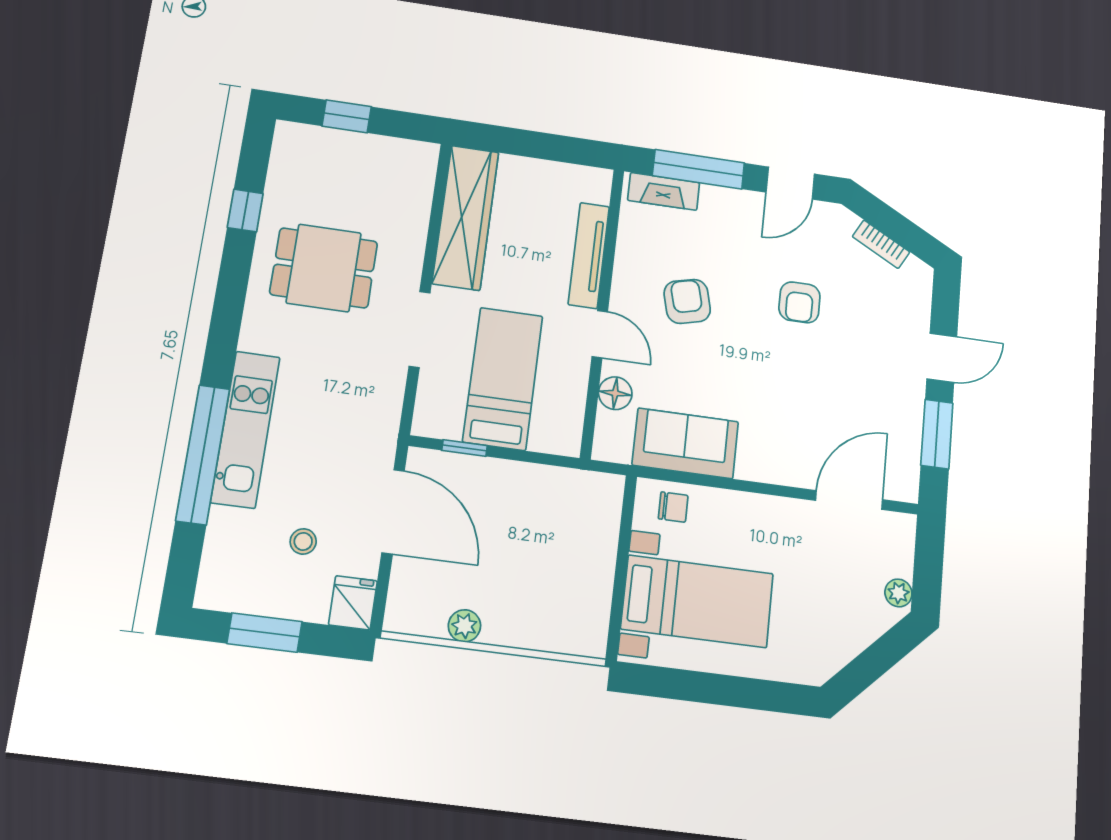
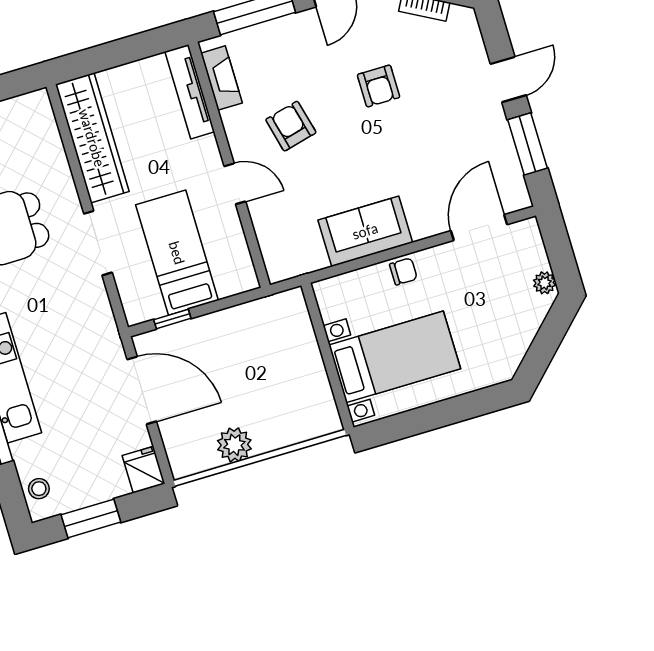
fireplace: (664, 191) -> (221, 78), moved, turned -90
tv unit: (589, 255) -> (190, 92), moved
floor lamp: (615, 393) -> (266, 225), removed
sofa: (685, 443) -> (365, 231), moved
chair: (673, 507) -> (403, 271), moved
stool: (303, 541) -> (39, 489), moved
plant: (464, 626) -> (234, 445), width x1.38, depth x1.38

